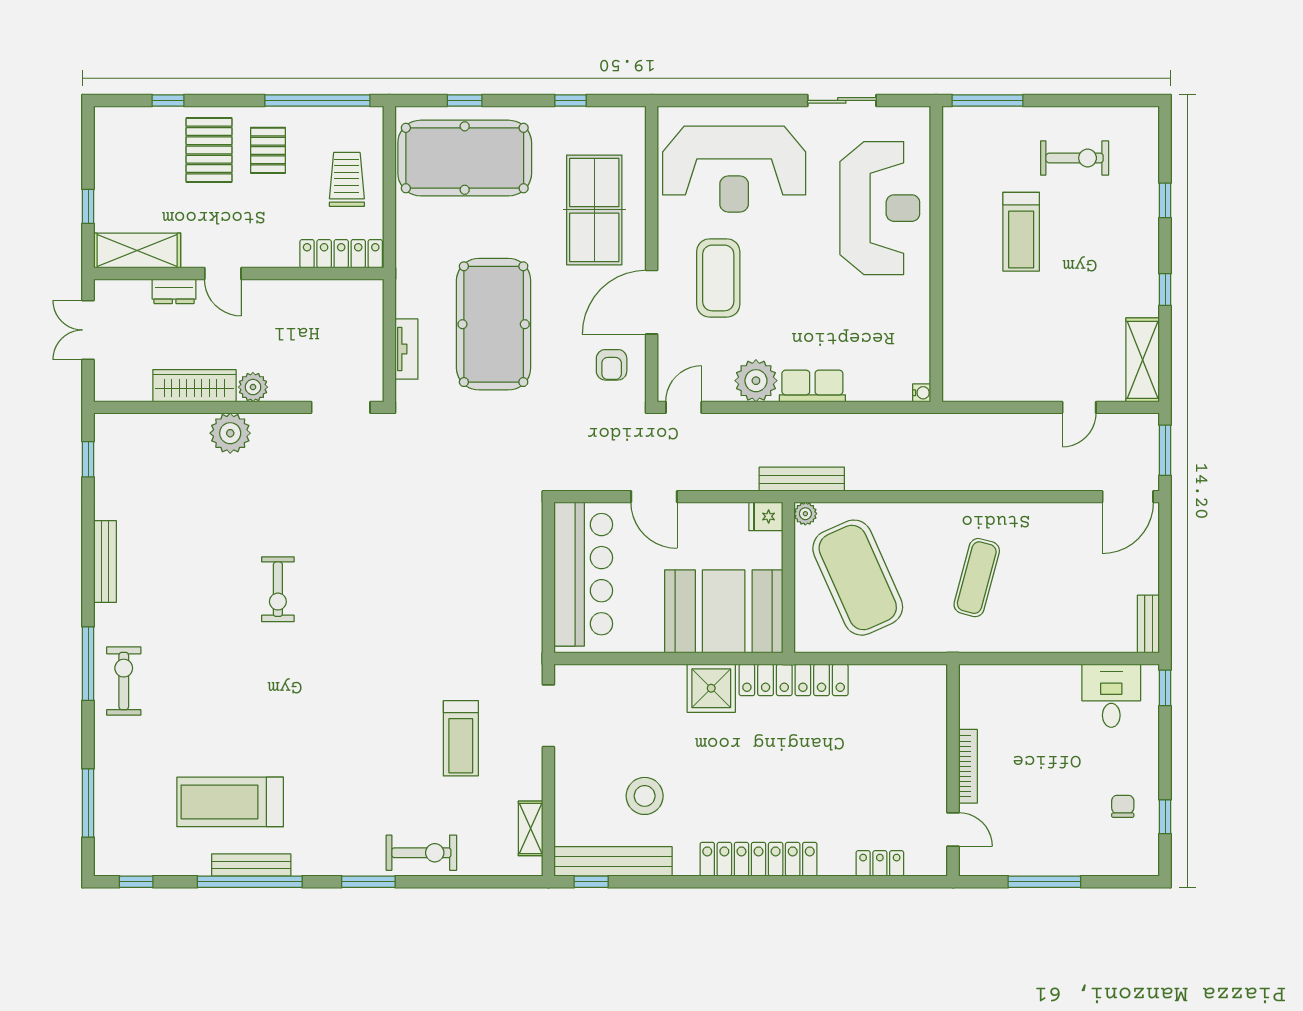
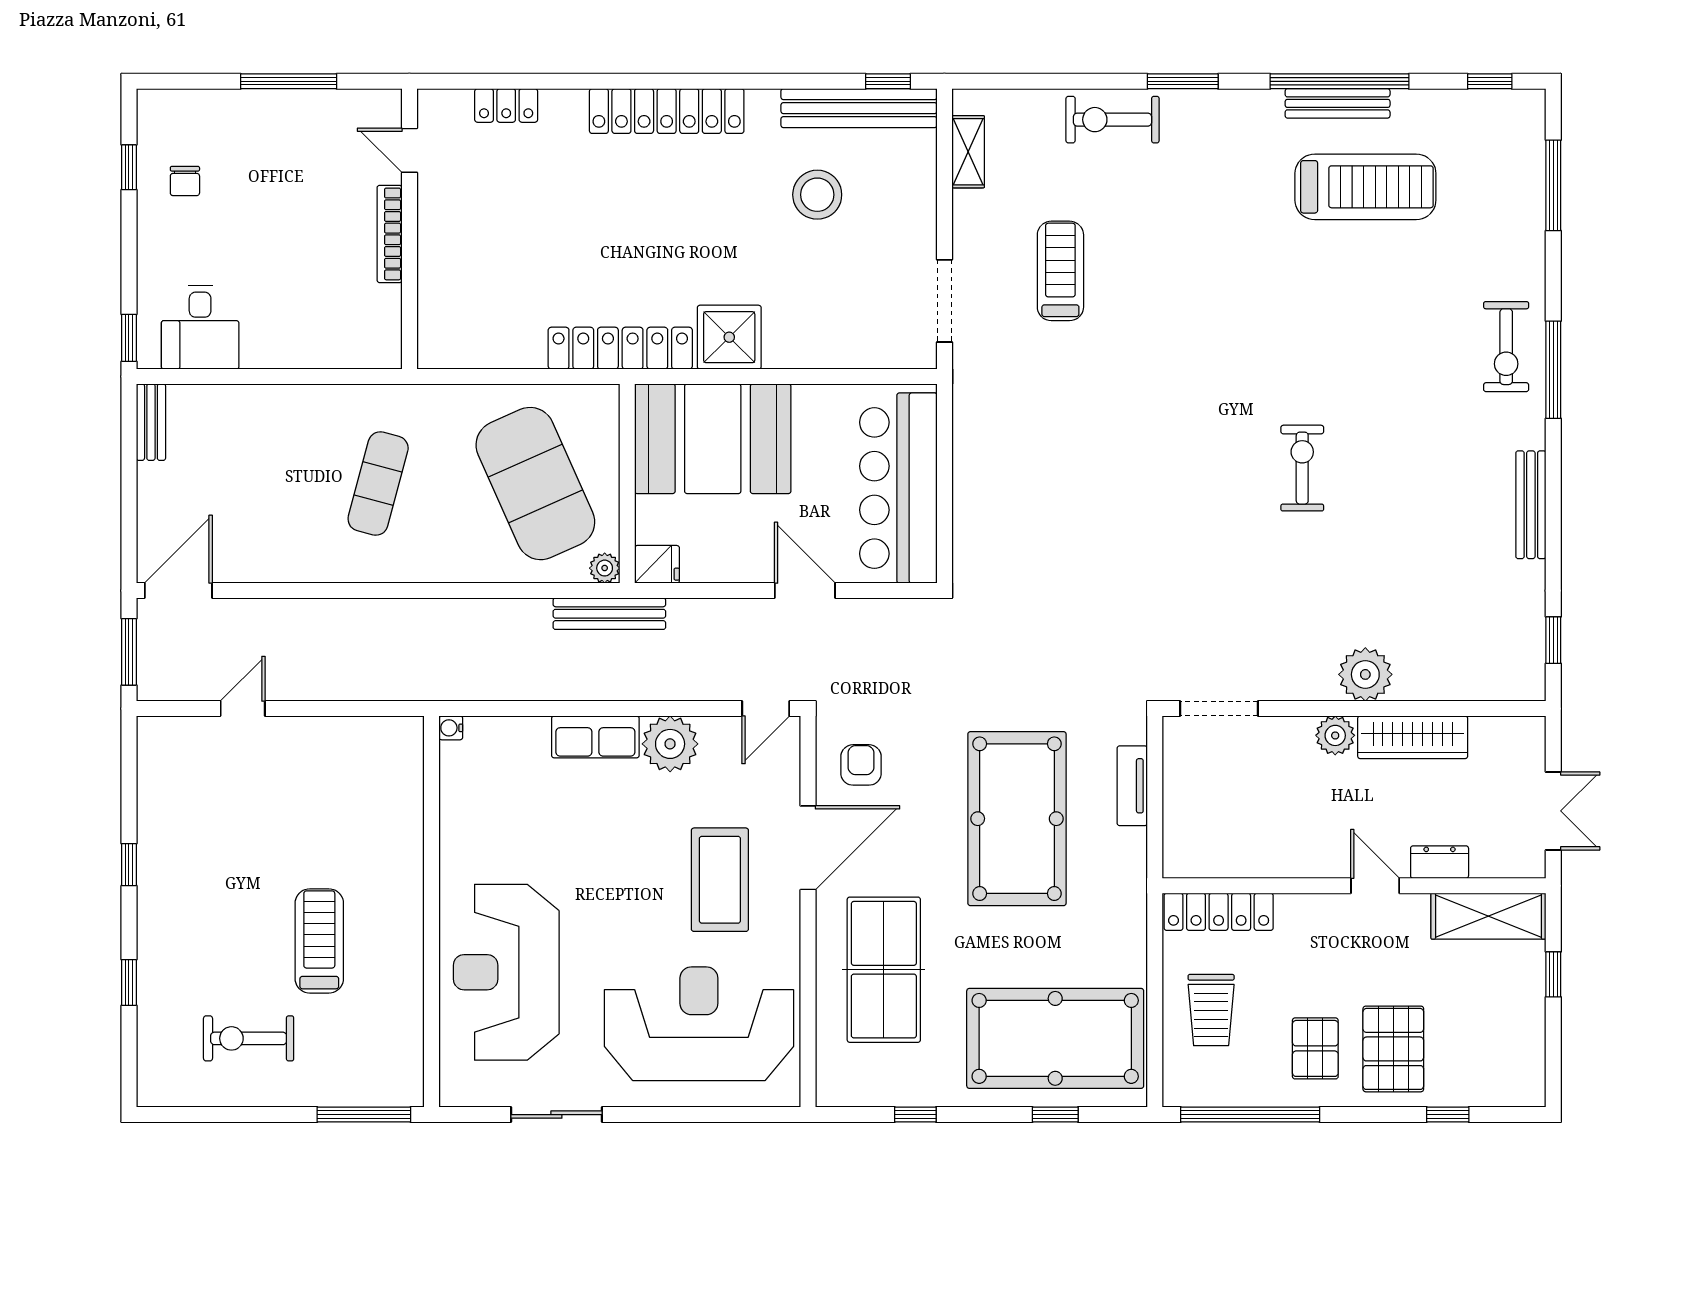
shelving: (1143, 360) -> (159, 771), removed

